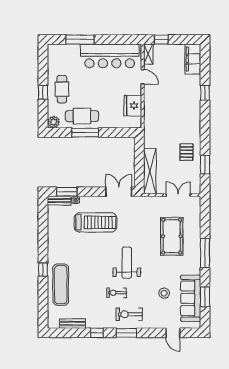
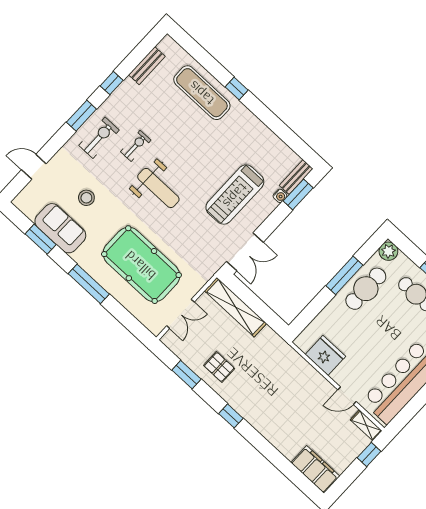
window: (205, 93) -> (231, 416), moved
pool table: (172, 236) -> (141, 265), width x1.36, depth x1.32
sofa: (191, 298) -> (60, 228), width x0.73

